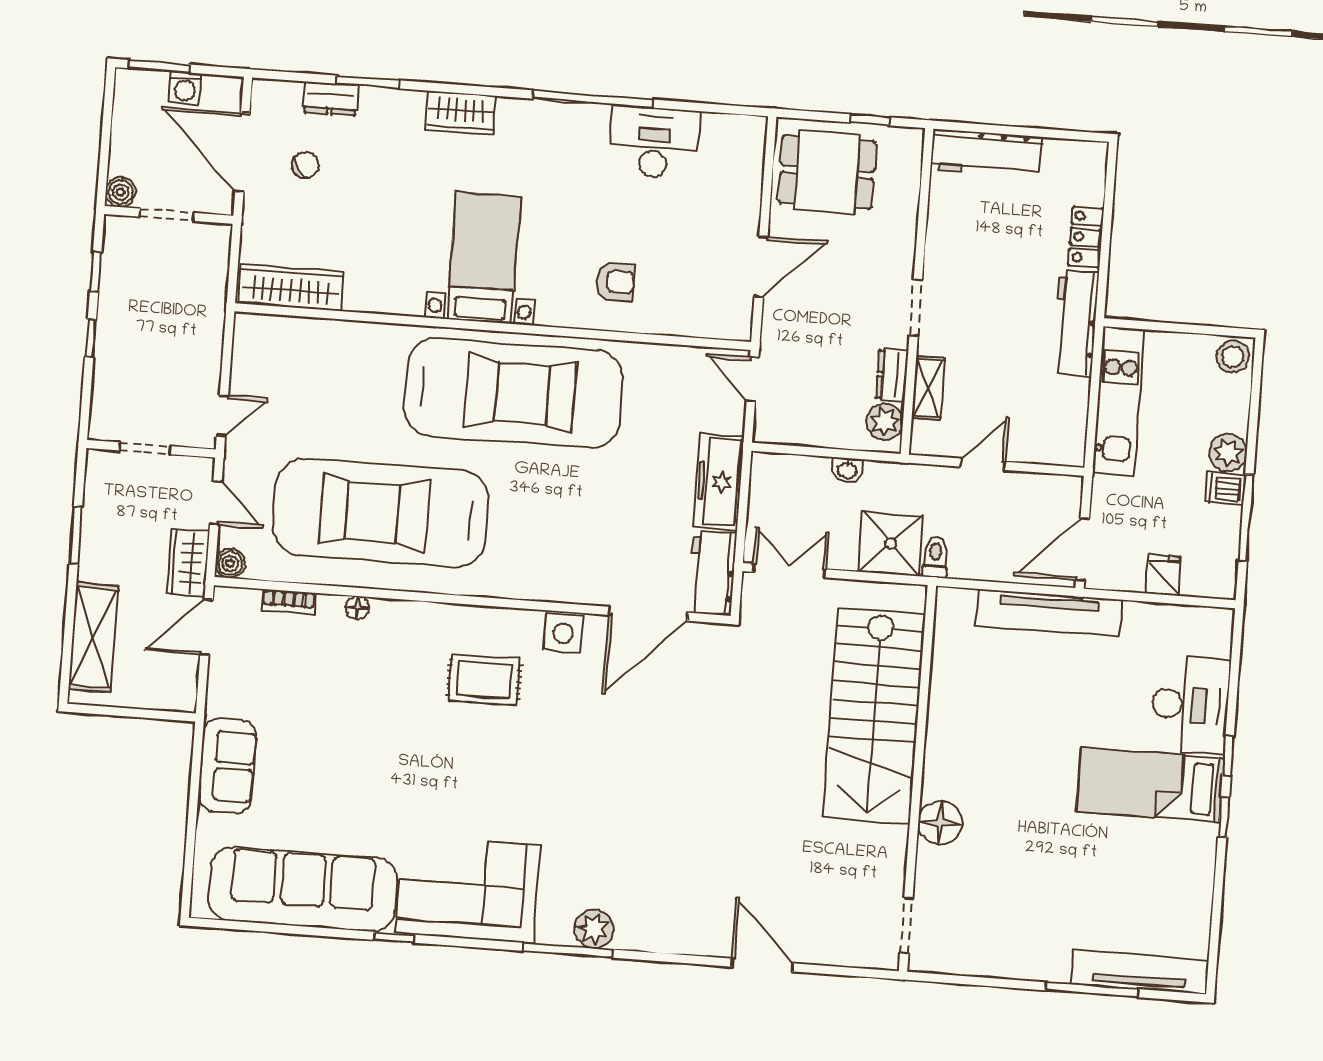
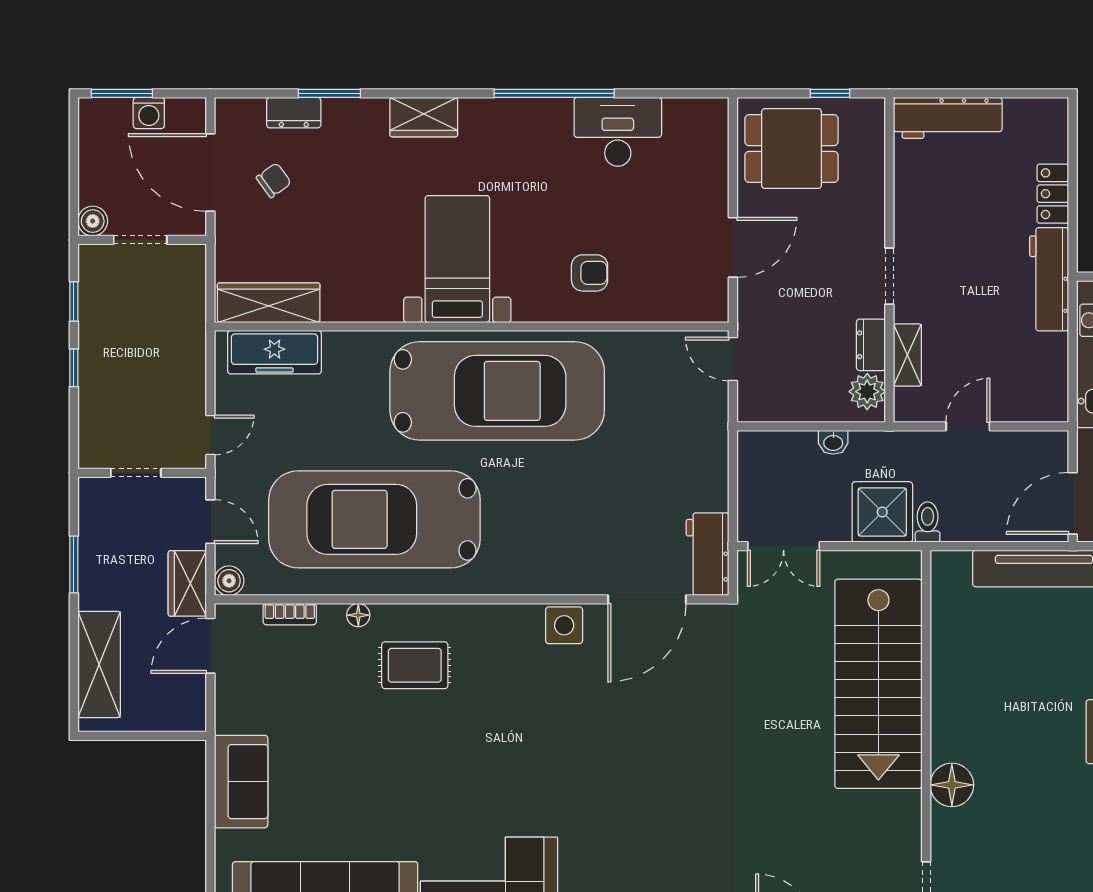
freezer: (719, 482) -> (274, 352), moved, turned -90
double door: (789, 571) -> (784, 546), swing flipped
rug: (484, 680) -> (415, 665), moved

